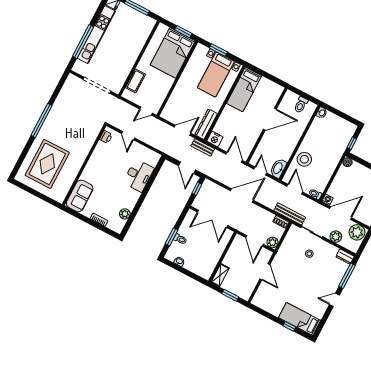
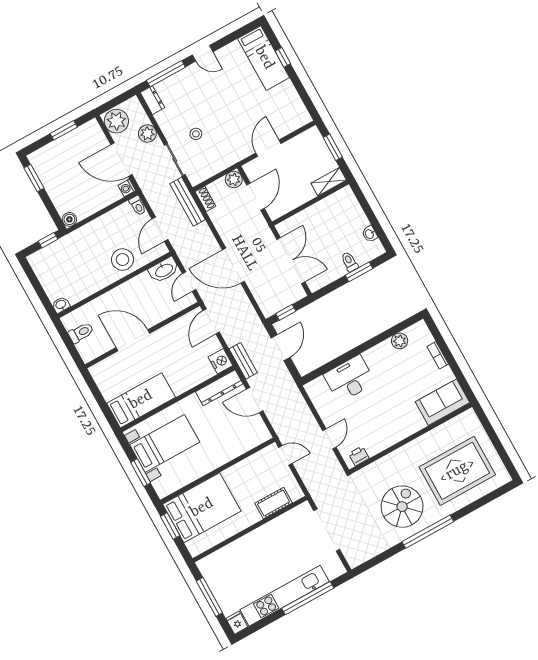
spiral stairs: (64, 125) -> (402, 507), added

